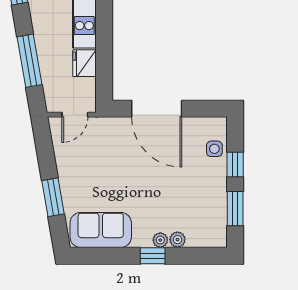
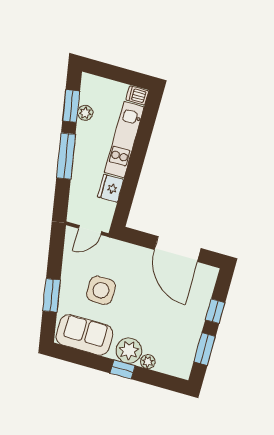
window: (30, 61) -> (66, 156), moved
door: (157, 109) -> (178, 249), moved
side table: (214, 149) -> (101, 290), moved, width x1.87, depth x1.87
plant: (160, 240) -> (129, 351), width x1.88, depth x1.88

